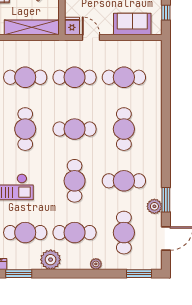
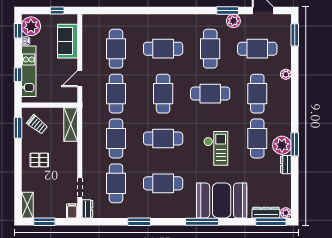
fridge: (72, 26) -> (69, 96), removed
shelving: (32, 27) -> (71, 125), width x0.68
plant: (51, 260) -> (282, 145), moved

